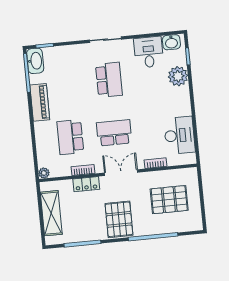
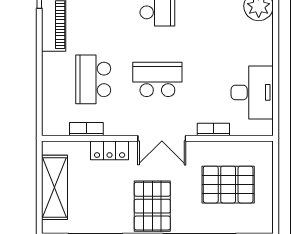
bookcase: (83, 170) -> (86, 129), moved
plant: (44, 173) -> (50, 128), removed
double door: (121, 173) -> (162, 138), swing flipped

